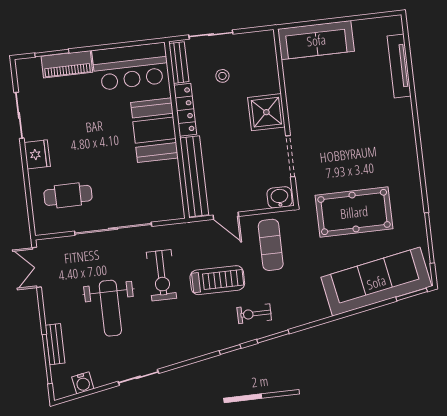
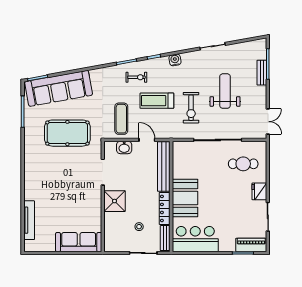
piano: (67, 64) -> (251, 245), moved
washbasin: (280, 197) -> (124, 147), moved
exercise bike: (161, 275) -> (191, 108), turned 180
water cooler: (83, 383) -> (175, 60), moved

